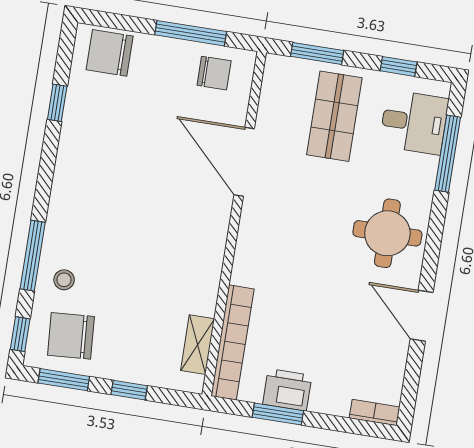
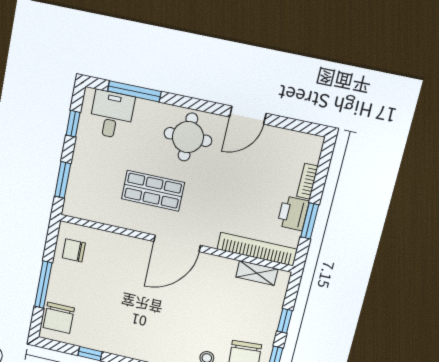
window: (191, 33) -> (43, 285), moved
chair: (214, 73) -> (74, 250), turned -90
shop shelf: (334, 116) -> (153, 191), moved
door: (244, 162) -> (177, 243), moved
bookcase: (375, 413) -> (307, 181), moved

